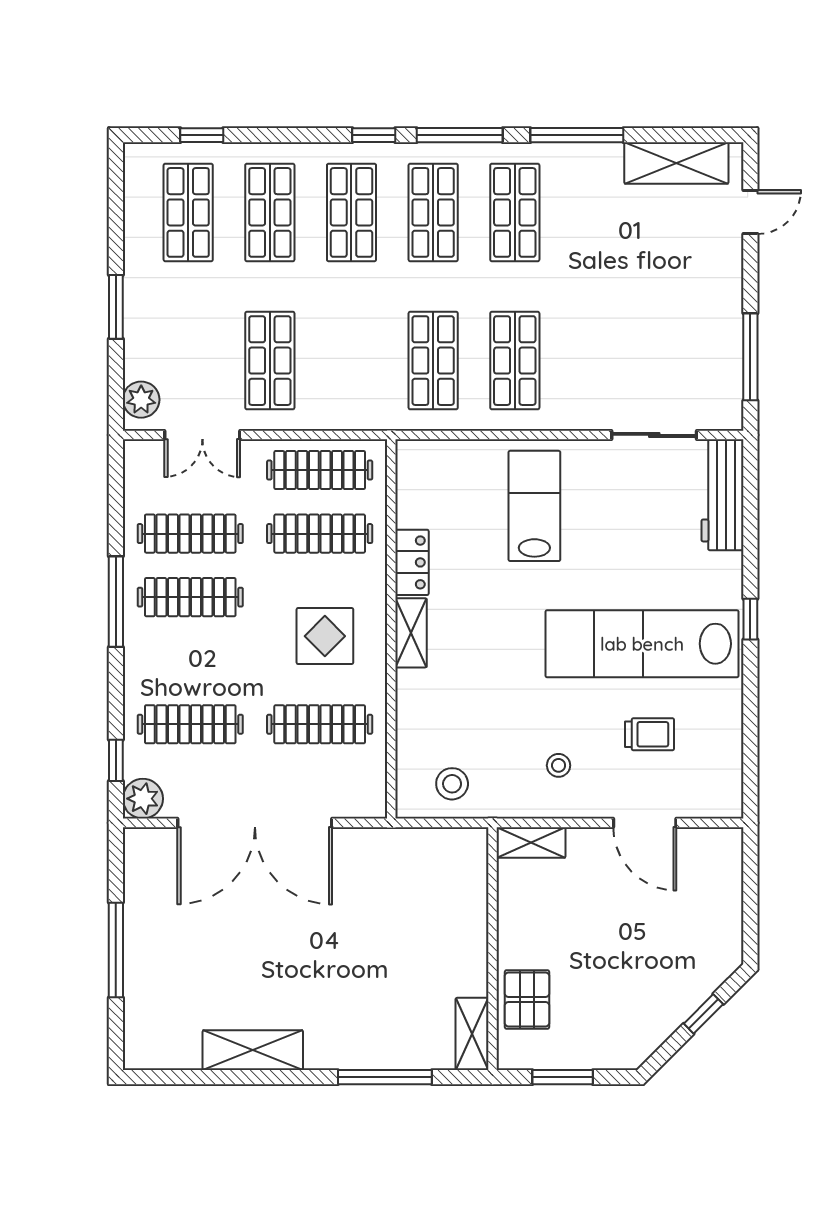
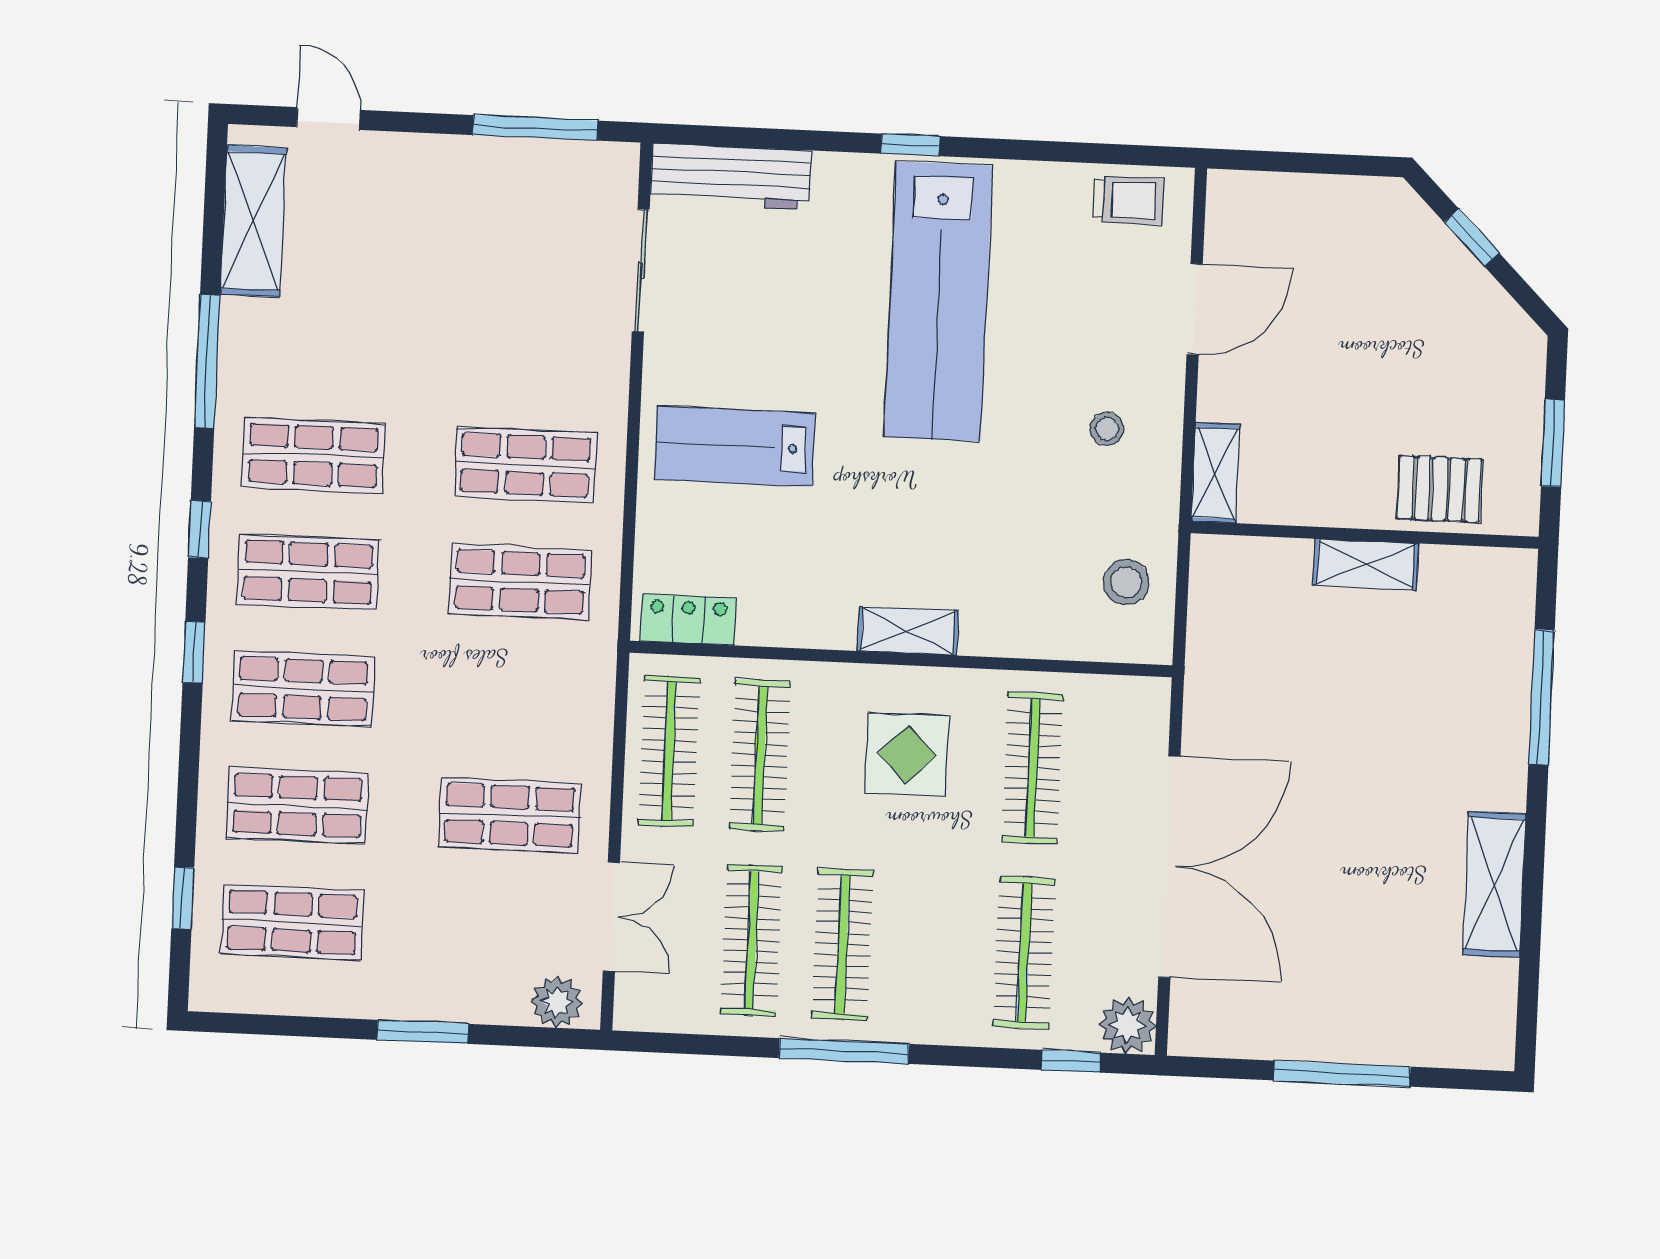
window: (460, 135) -> (199, 529), width x0.46
locker: (412, 562) -> (688, 620), moved
trolley: (649, 734) -> (1128, 200), moved, turned 90
shelving: (472, 1034) -> (1366, 564), moved

